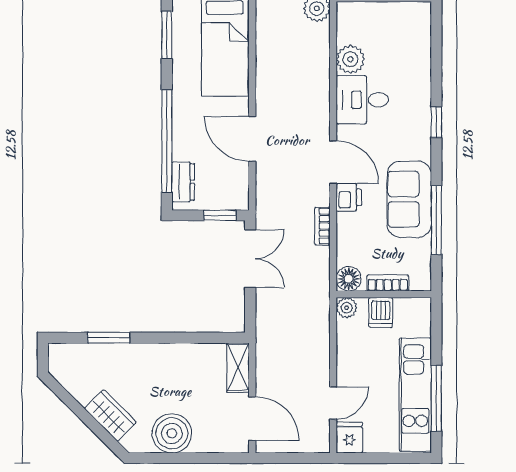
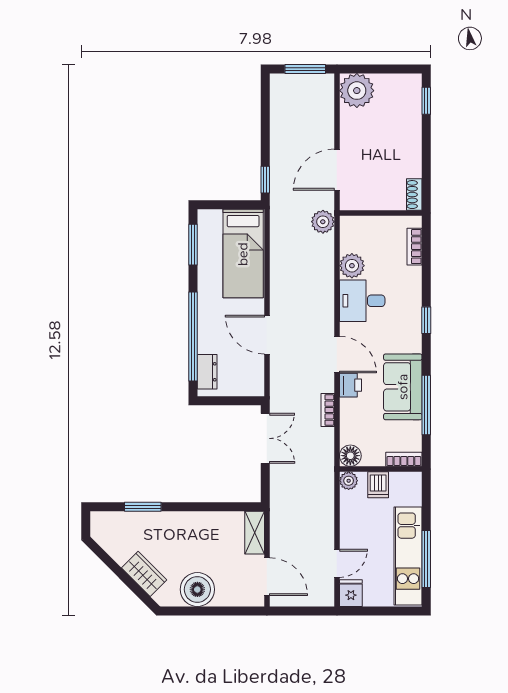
bookcase: (423, 37) -> (415, 247), added
window: (220, 215) -> (239, 401), removed
bookcase: (388, 283) -> (404, 459), moved

